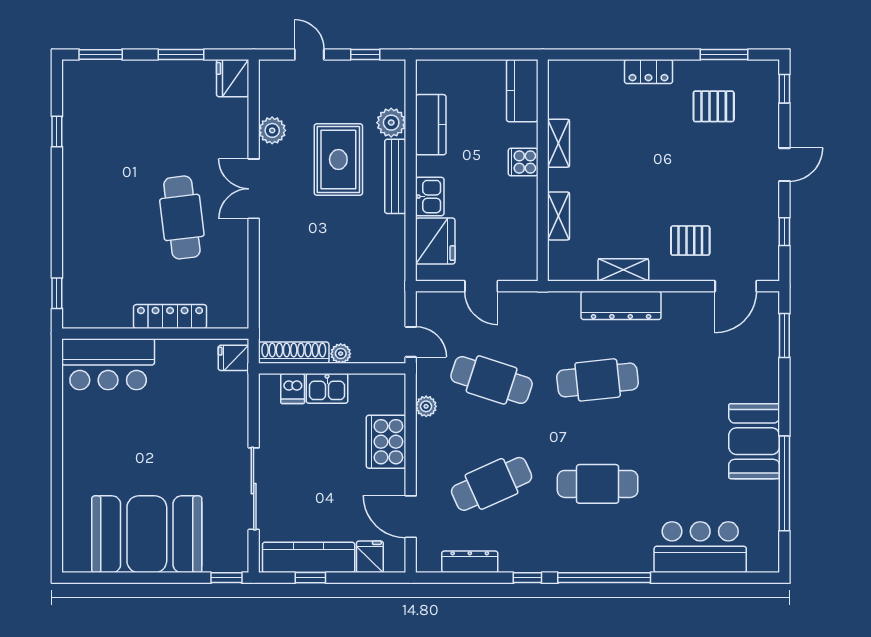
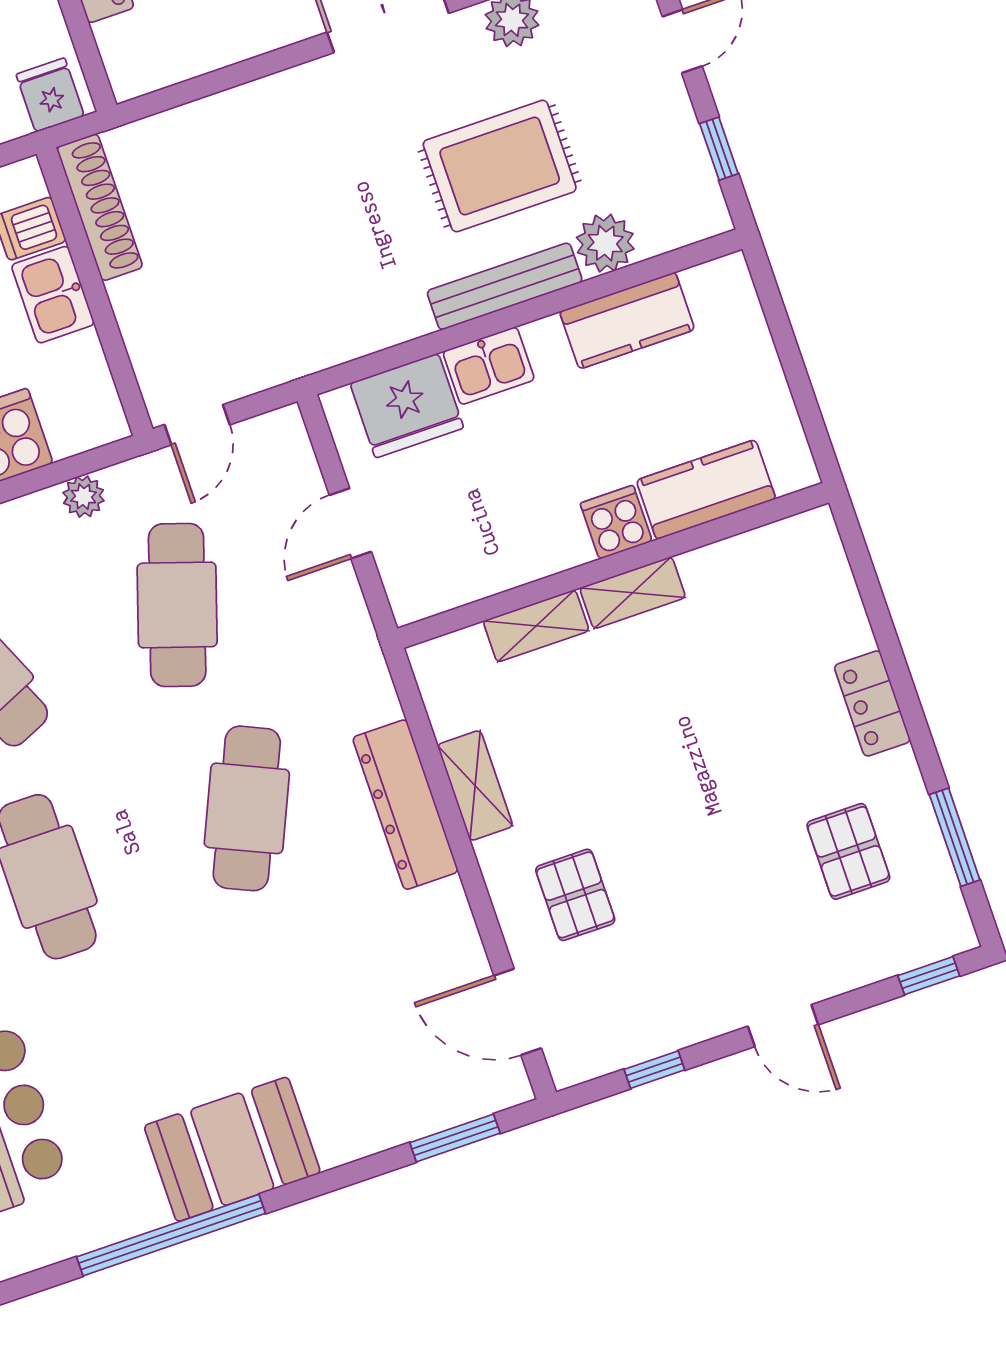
kitchen counter: (522, 91) -> (706, 490), moved
shelving: (559, 143) -> (633, 593), moved
plant: (341, 354) -> (129, 298), removed
cafe table: (598, 380) -> (247, 808), turned 30

